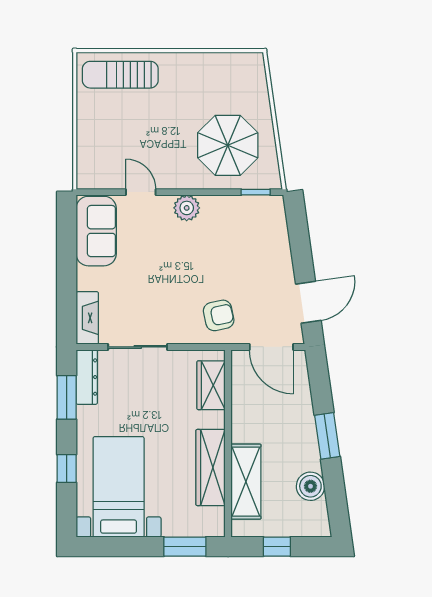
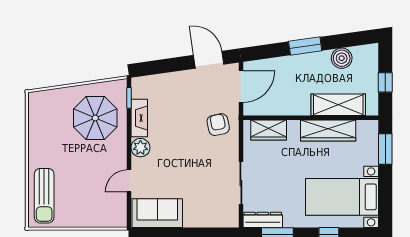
fireplace: (87, 318) -> (139, 118), moved, turned 90

